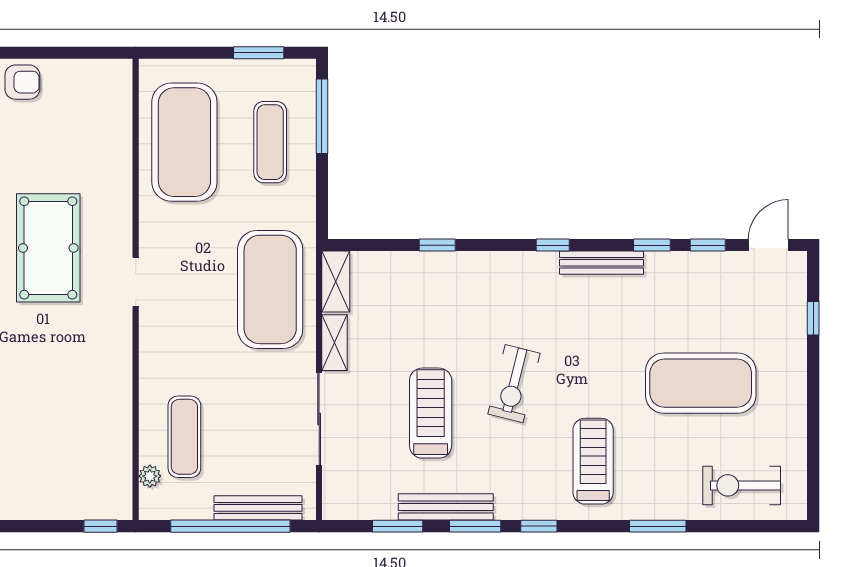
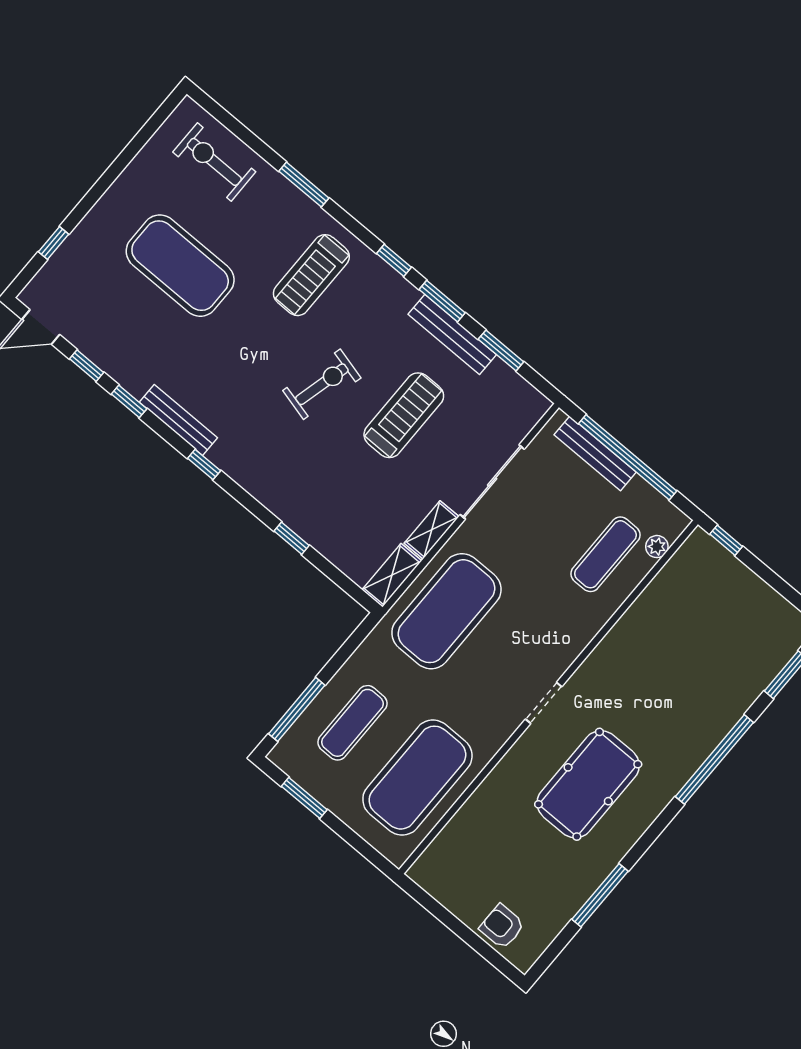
treadmill: (431, 413) -> (404, 415), turned 180
exercise bike: (742, 485) -> (214, 162), turned 180

